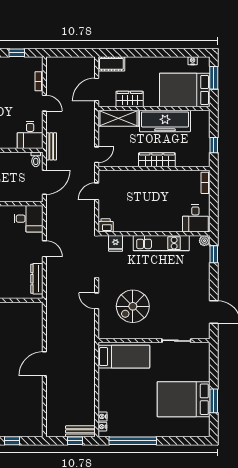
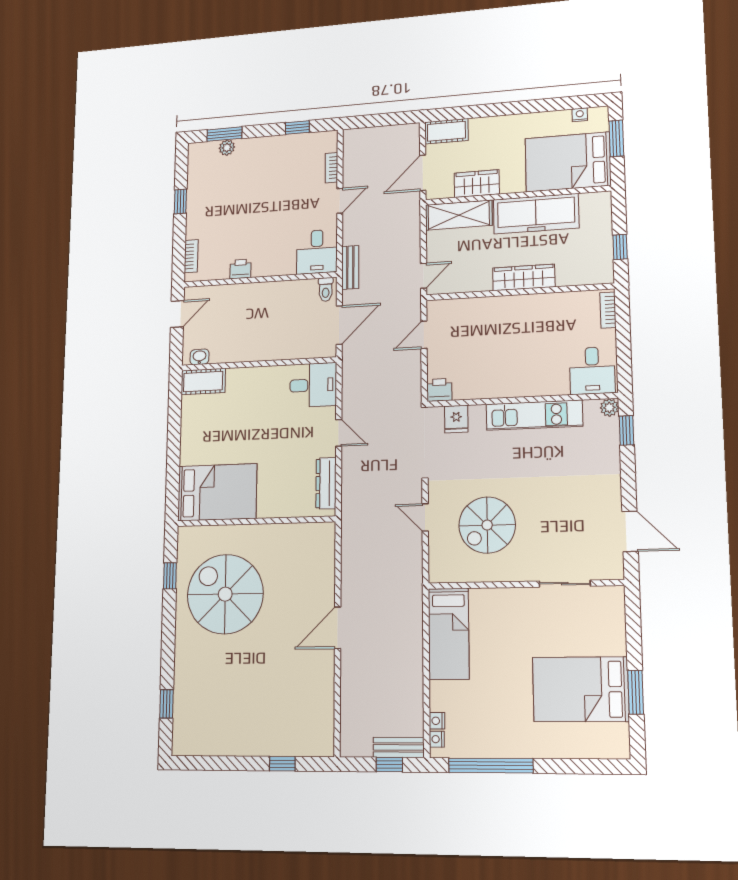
door: (44, 103) -> (340, 201), hinge flipped
bed: (124, 357) -> (449, 634), moved, turned 90

